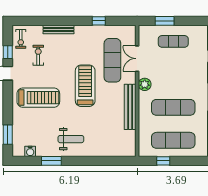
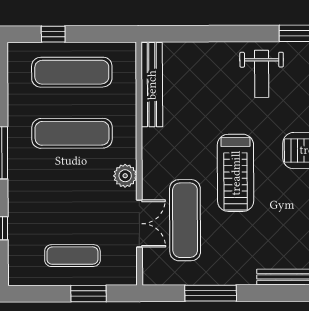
window: (99, 21) -> (211, 293), width x2.17
bench: (130, 107) -> (152, 85), moved
weight bench: (71, 139) -> (262, 74), turned -90
window: (163, 161) -> (53, 34), moved

